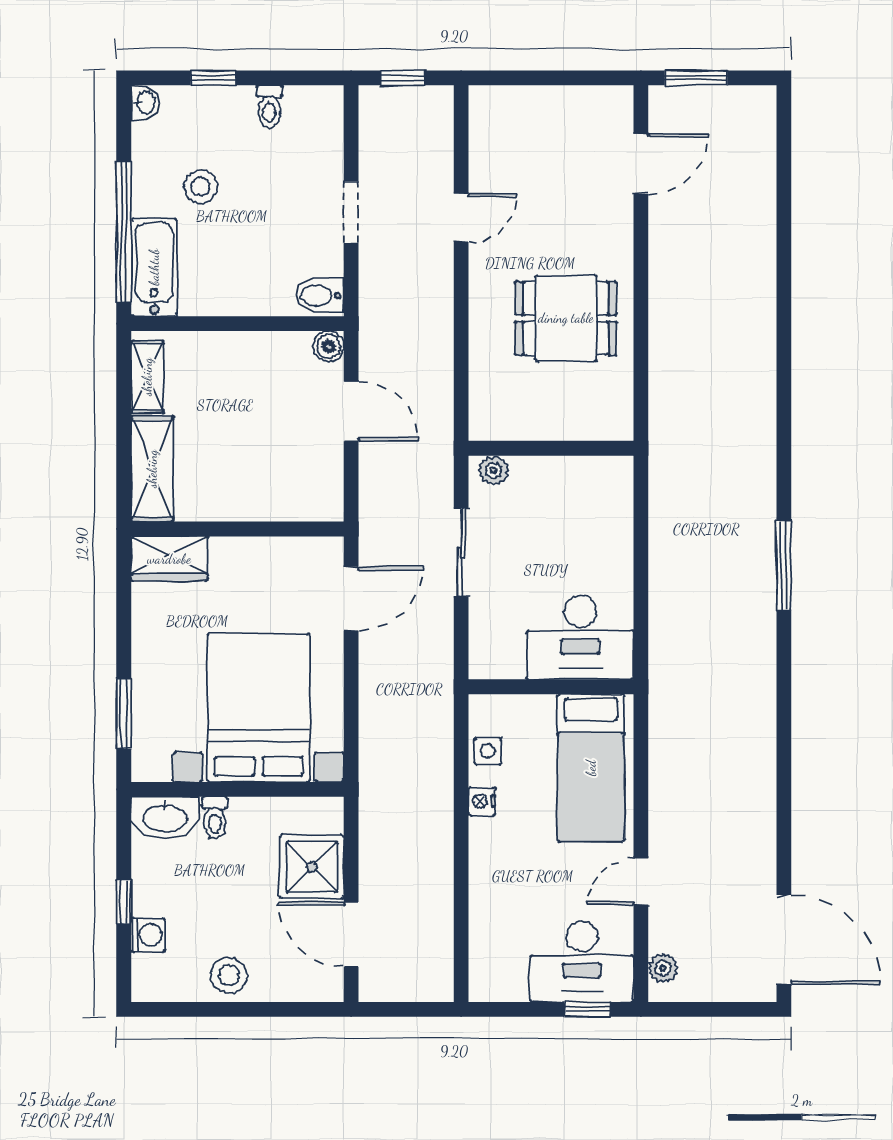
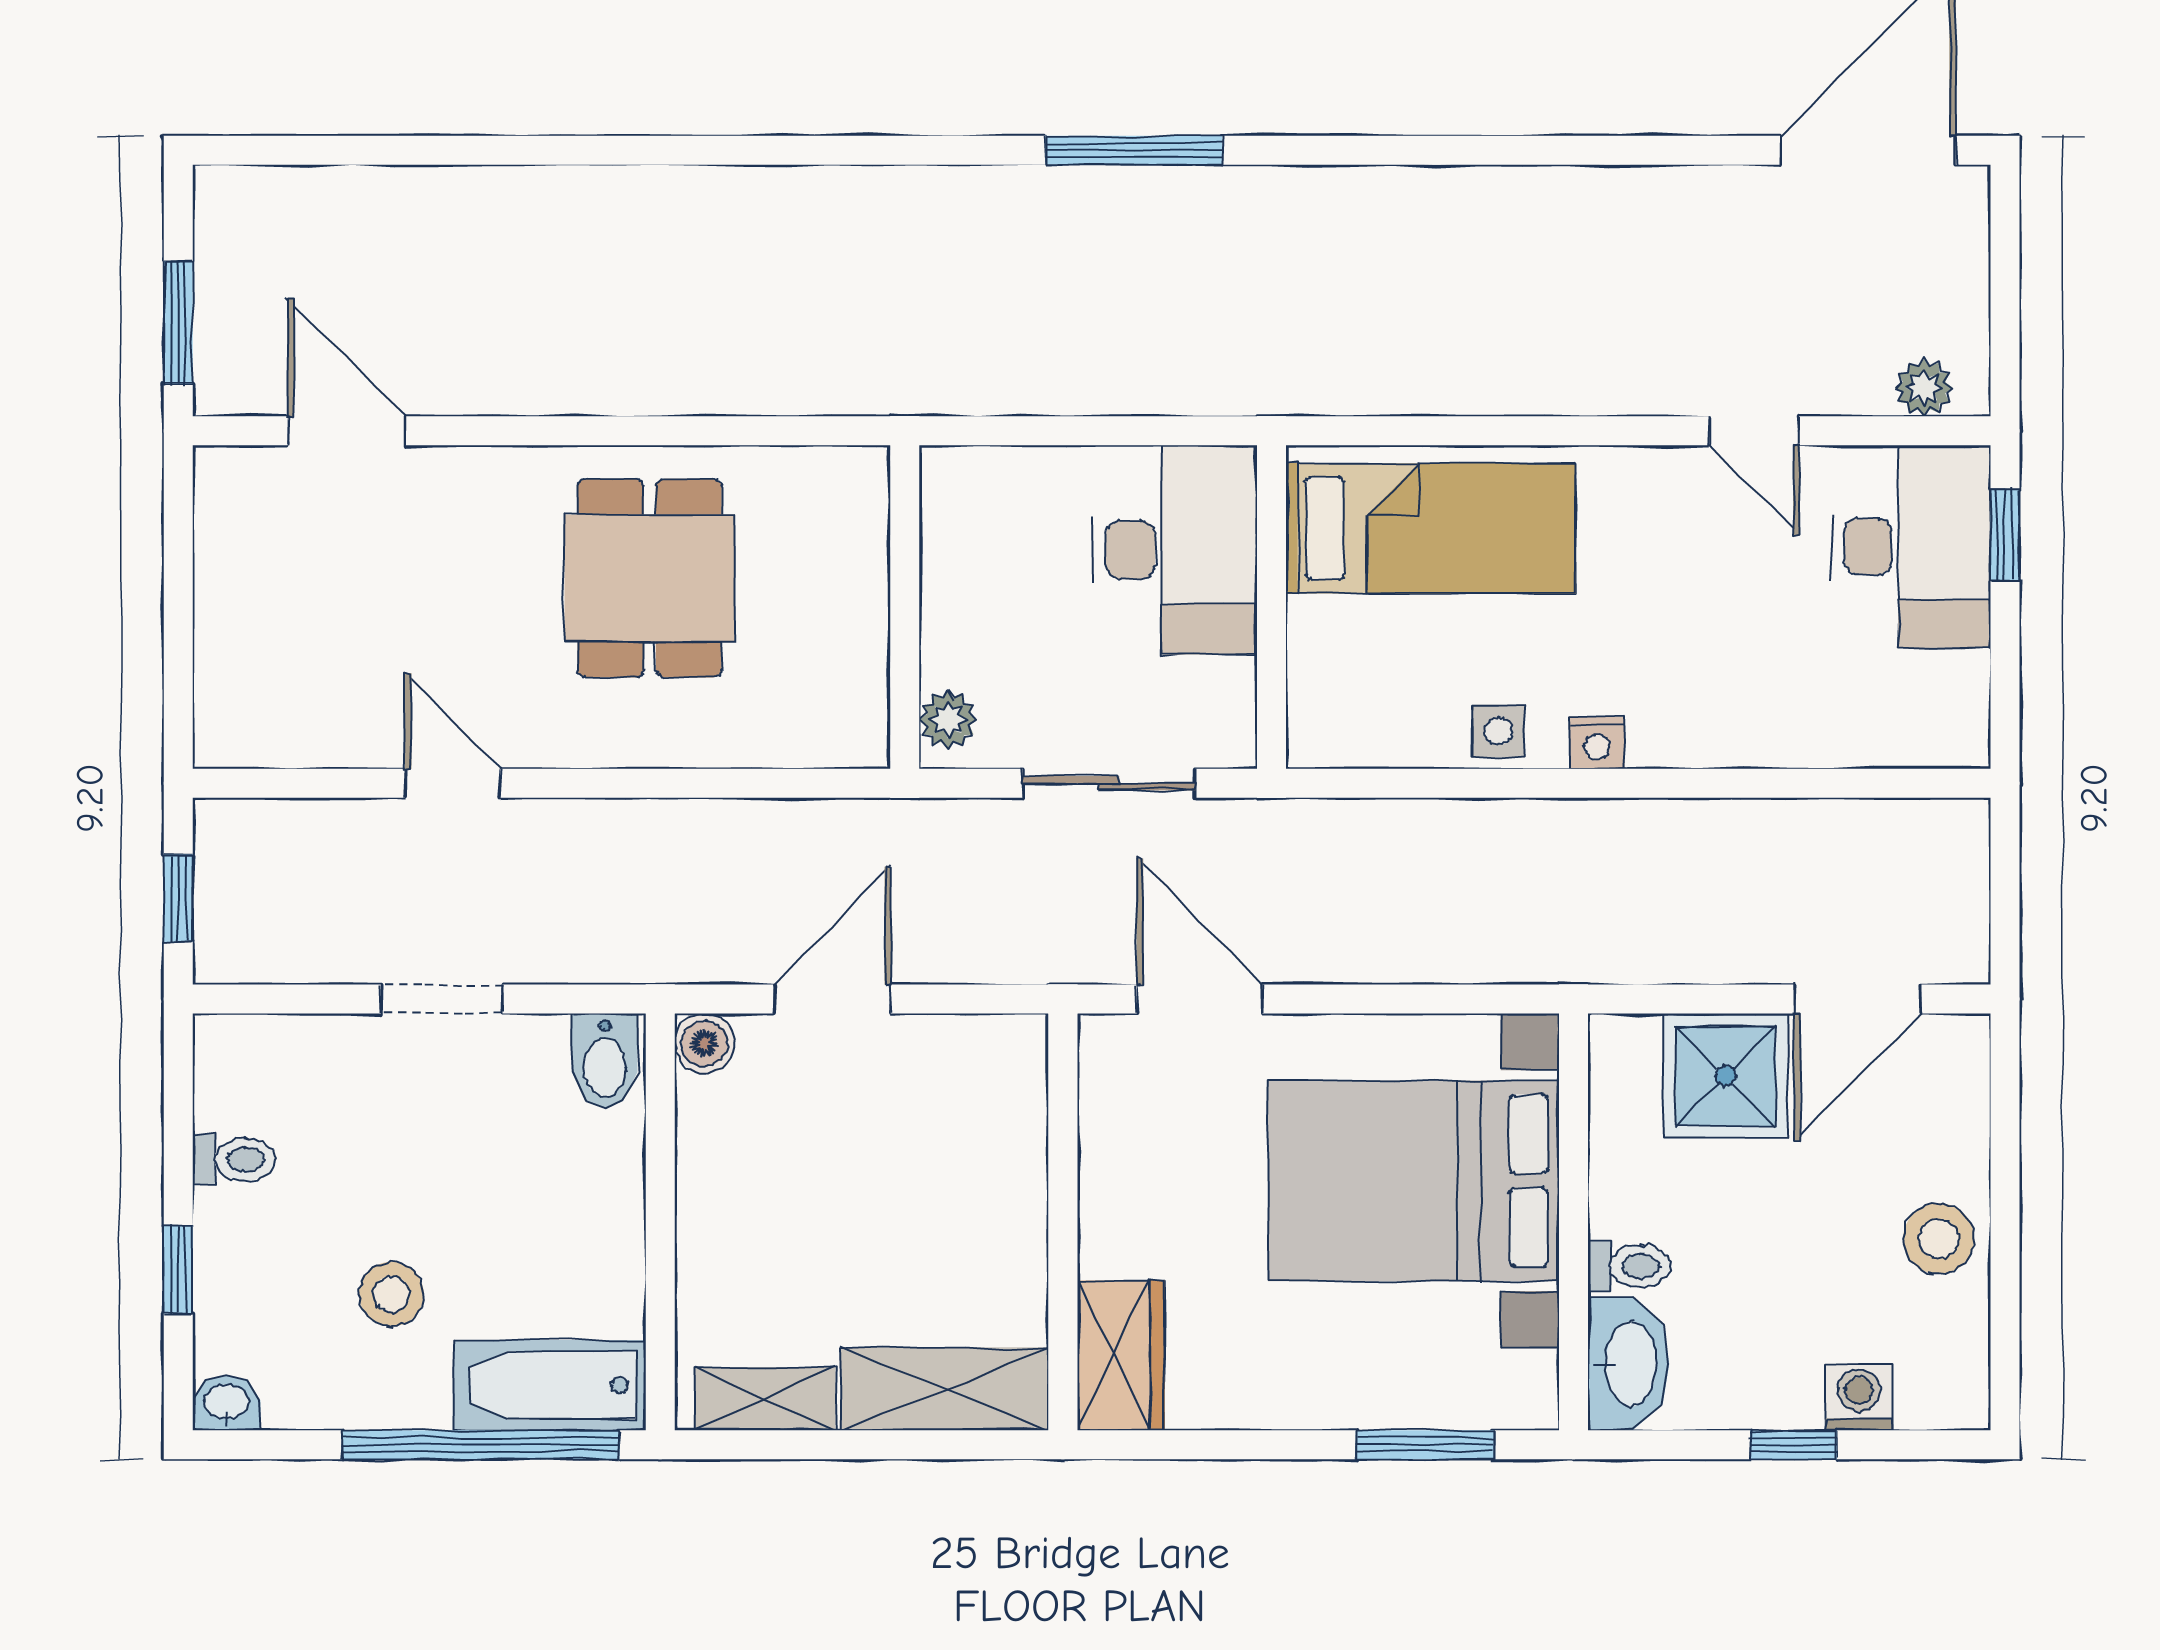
desk: (580, 637) -> (1175, 550), moved
wall: (551, 687) -> (1271, 607), moved
bed: (591, 768) -> (1431, 528), moved

